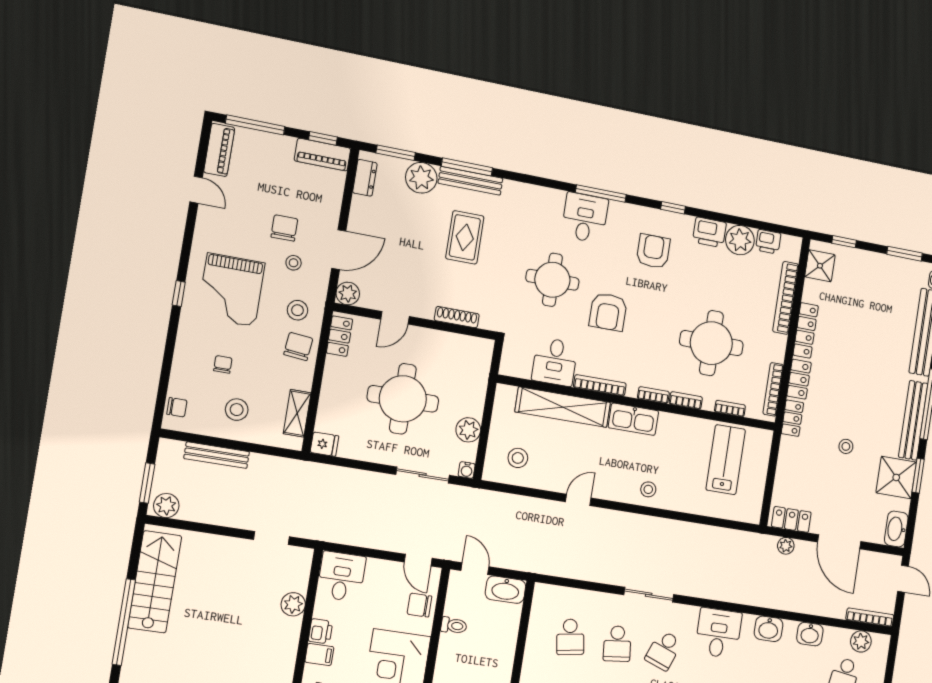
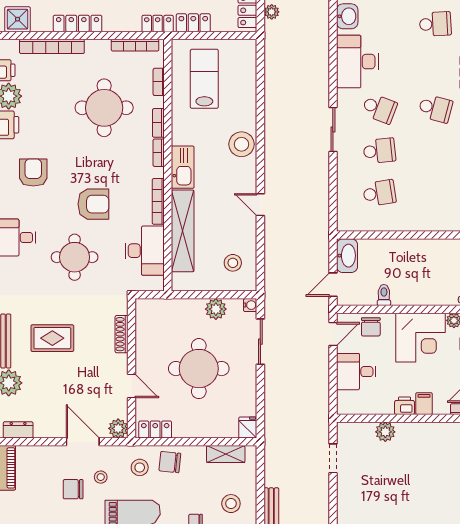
armchair: (653, 251) -> (33, 173), turned 90
desk: (555, 362) -> (145, 251), width x1.37
locker: (799, 379) -> (193, 23), moved
lab bench: (726, 460) -> (204, 79), turned 90
stool: (648, 489) -> (241, 144), width x1.89, depth x1.89
desk: (341, 576) -> (356, 372), moved
desk: (718, 633) -> (357, 62), width x1.37

